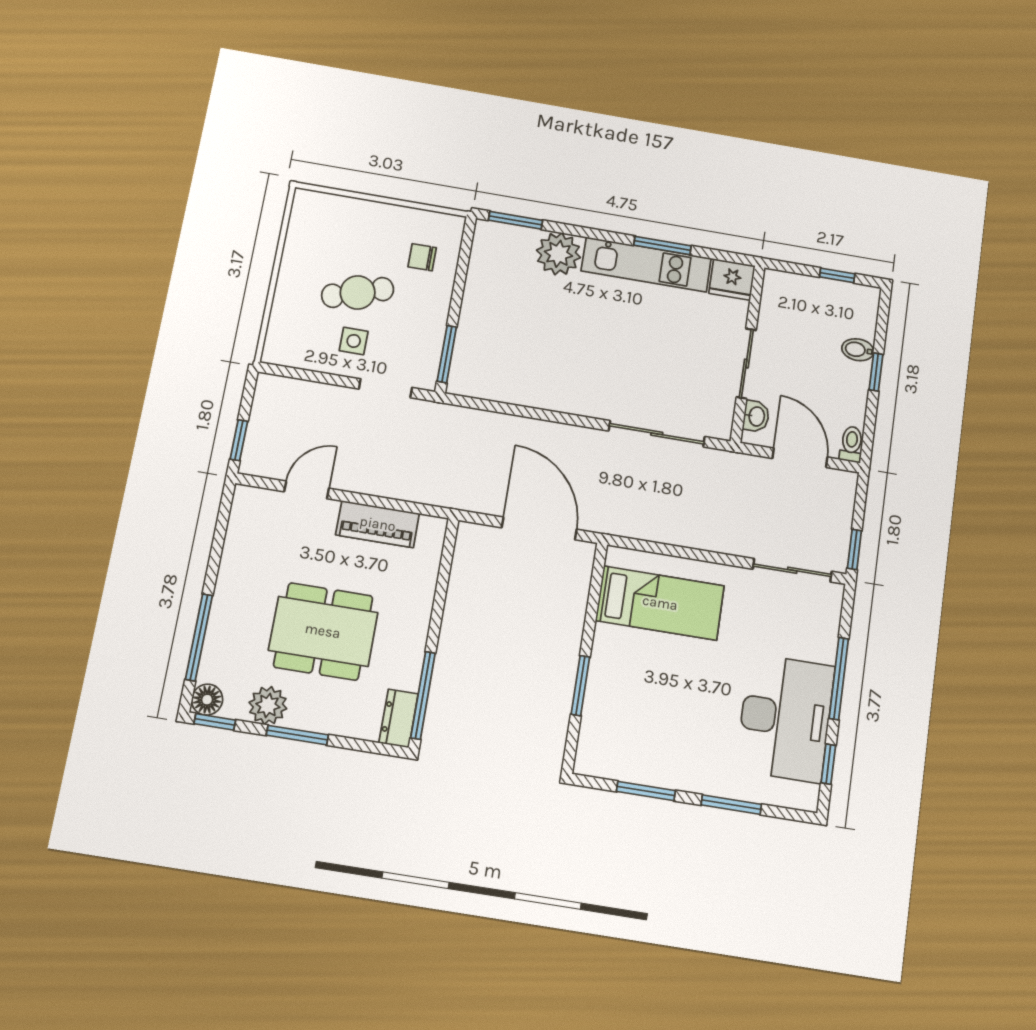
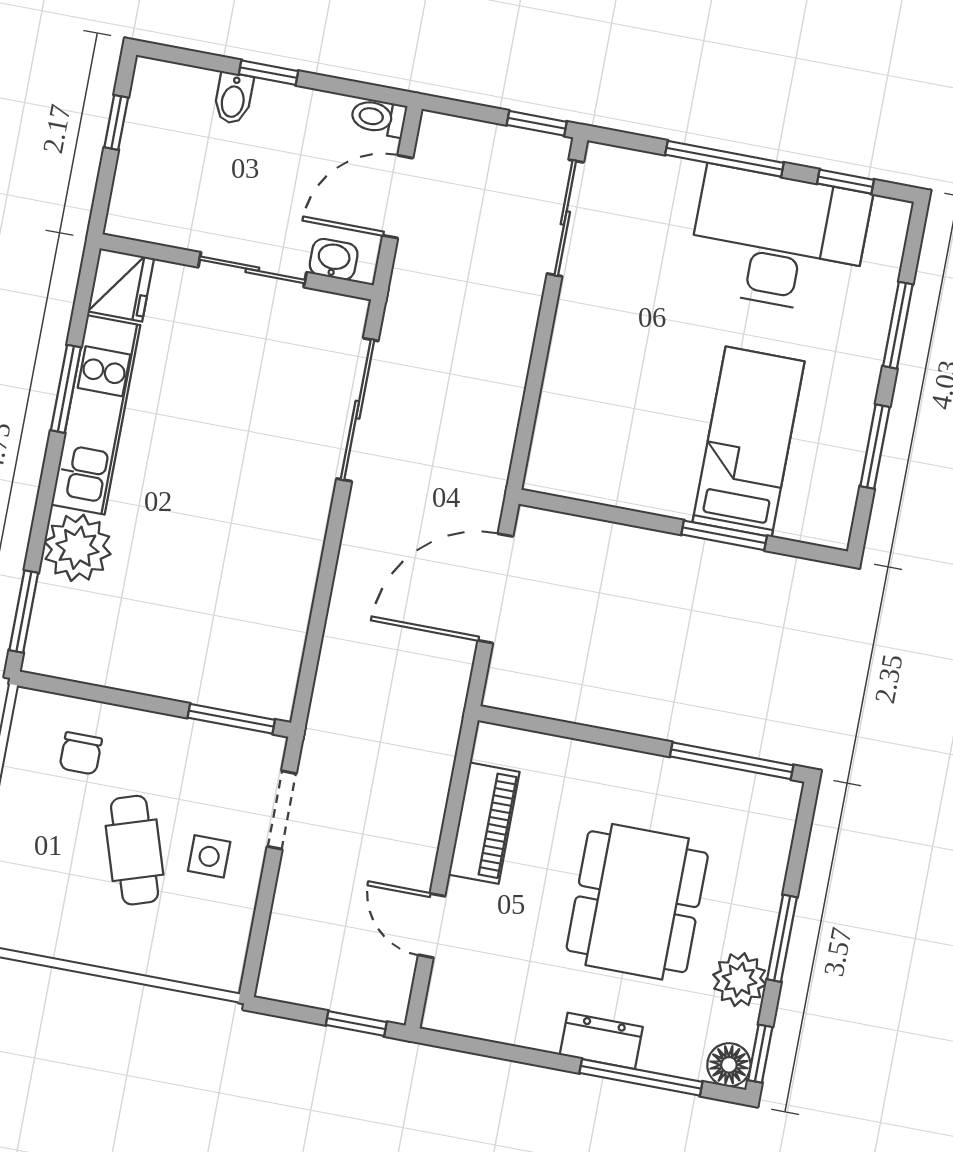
bed: (660, 603) -> (749, 442), moved
dresser: (399, 718) -> (601, 1041), moved, turned 180

